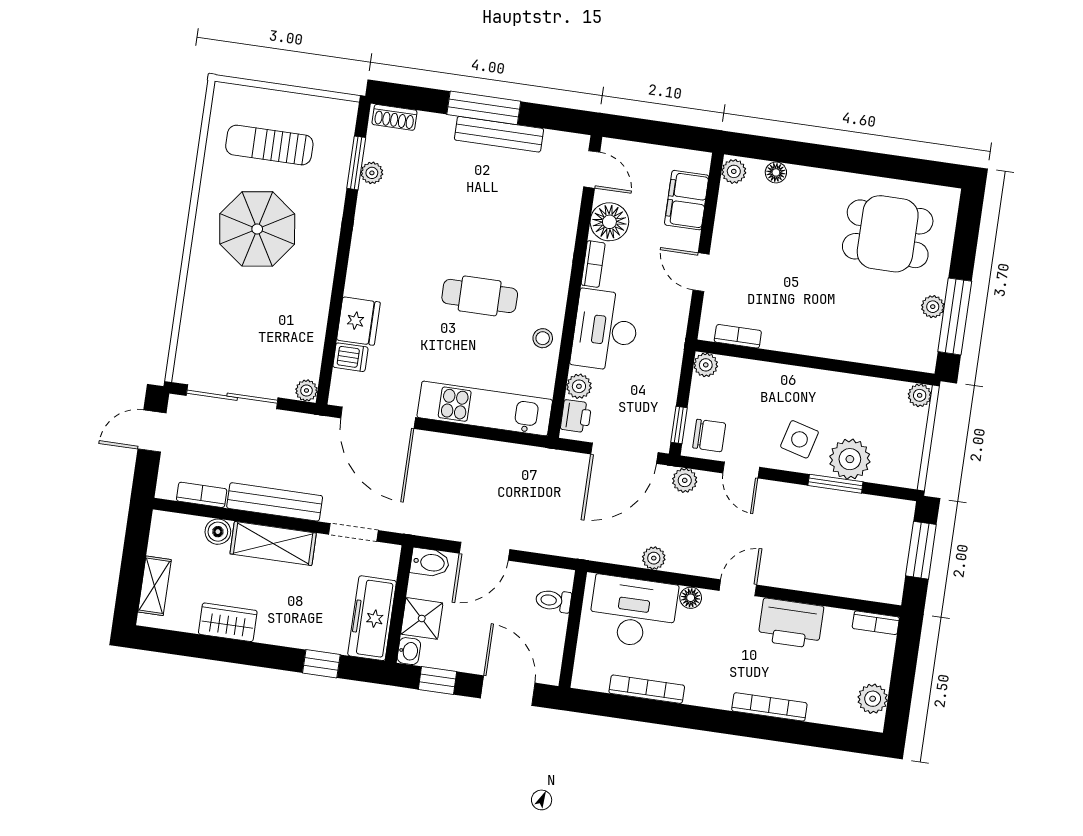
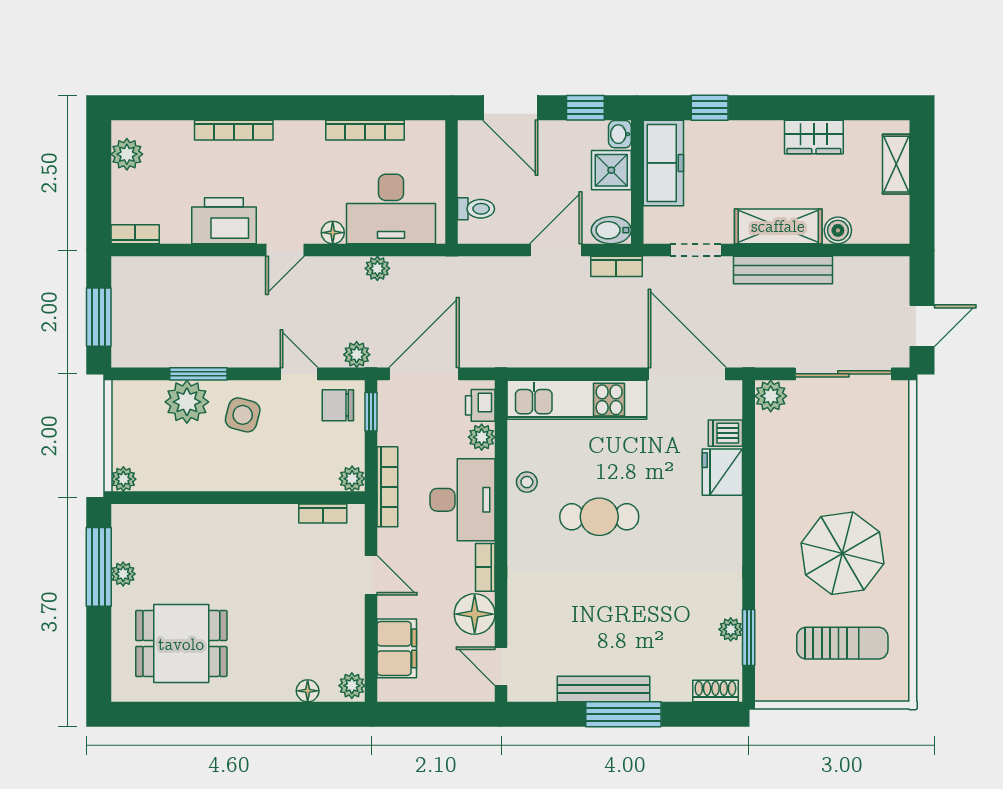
bookcase: (674, 353) -> (387, 487), added
plant: (306, 390) -> (771, 396), width x1.38, depth x1.38
bookcase: (202, 495) -> (616, 266), moved

